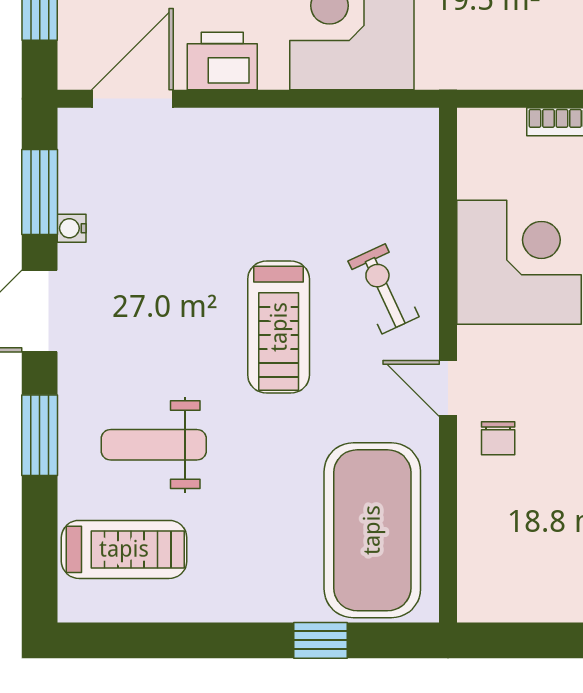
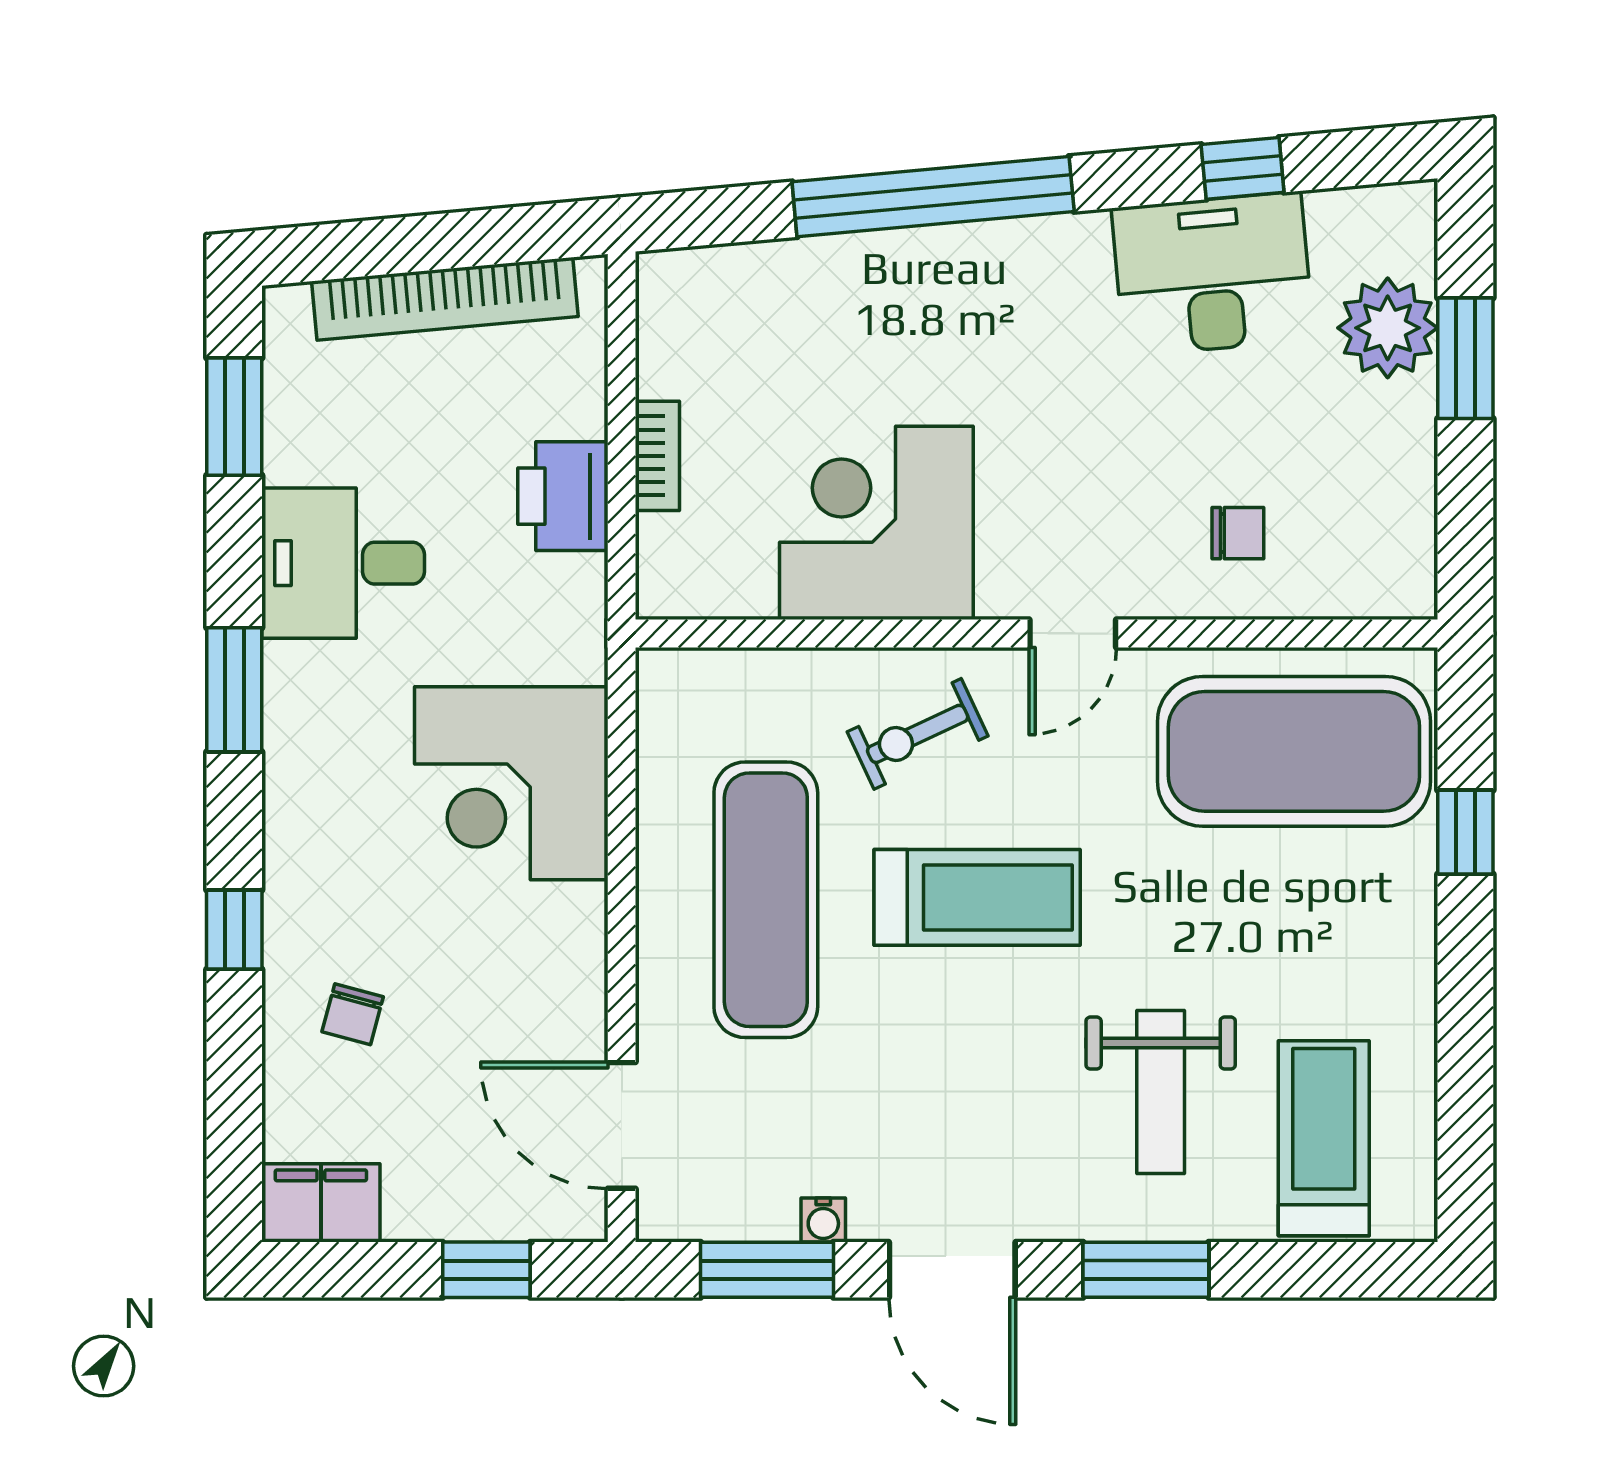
printer: (222, 61) -> (563, 496), moved
exercise mat: (277, 191) -> (766, 900), added
chair: (498, 438) -> (1238, 533), moved

